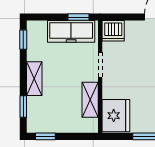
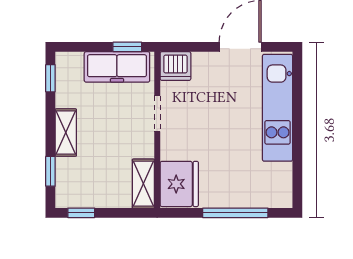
shelving: (90, 100) -> (143, 184), moved

